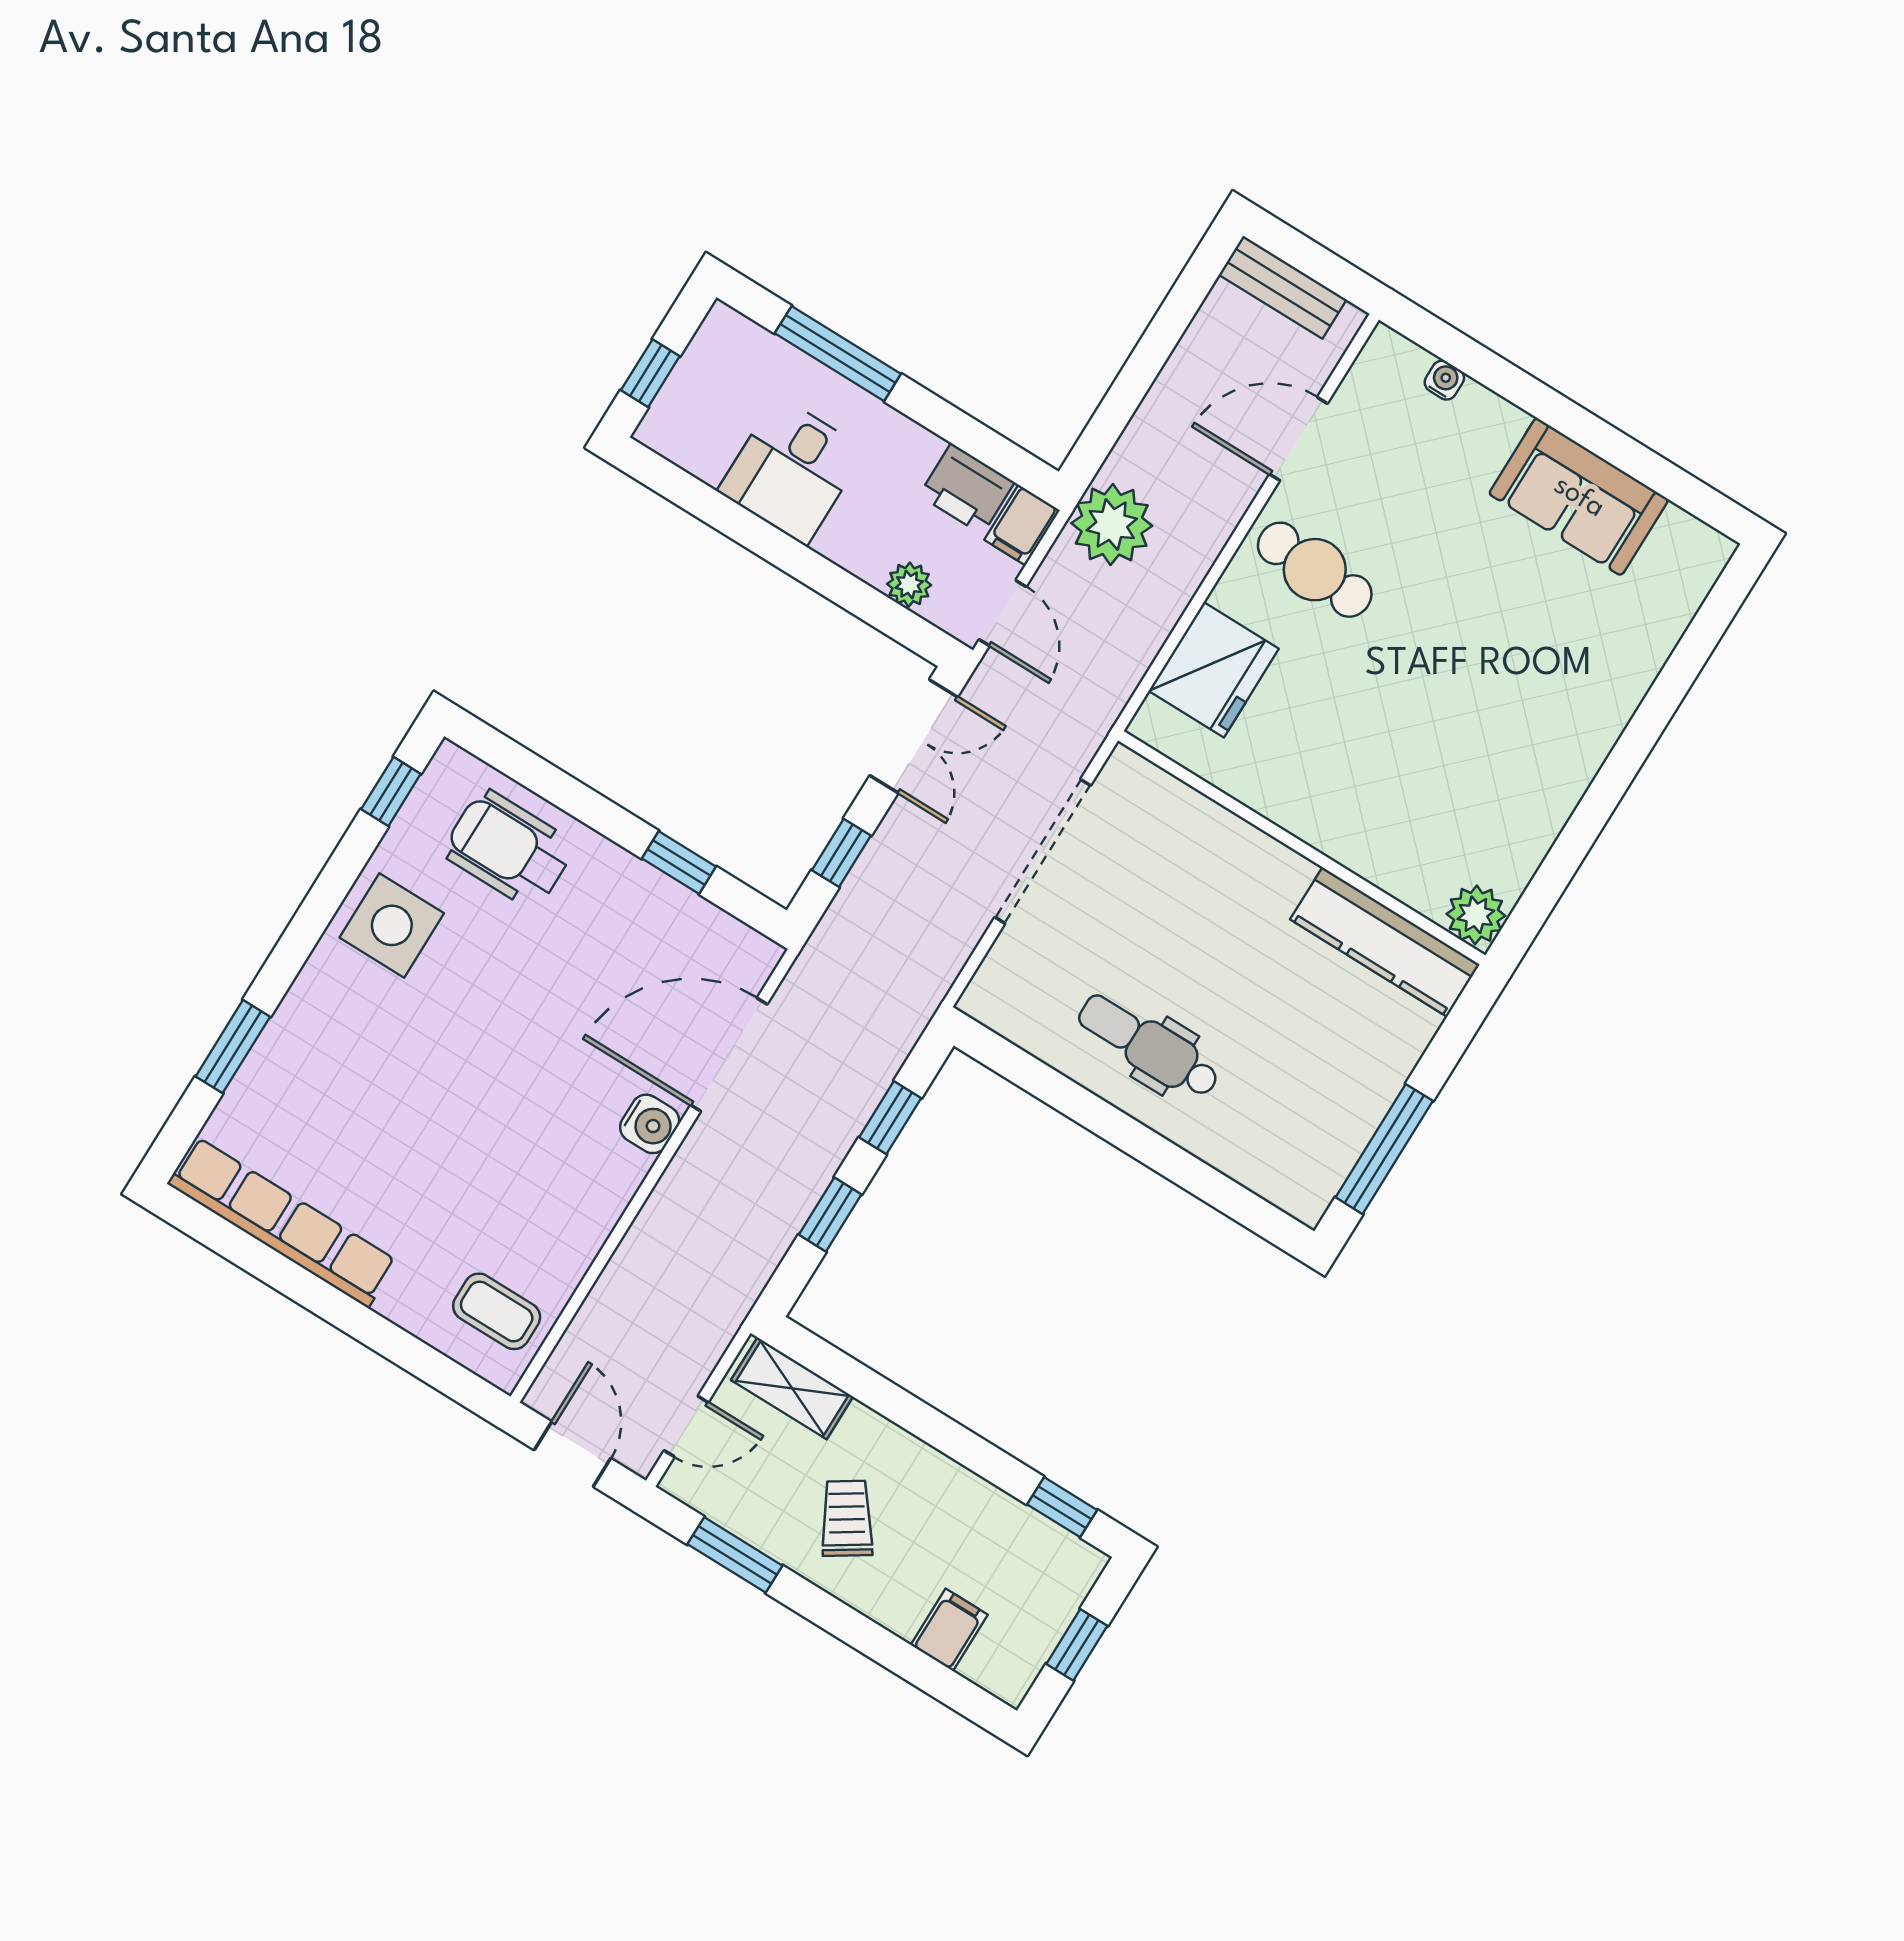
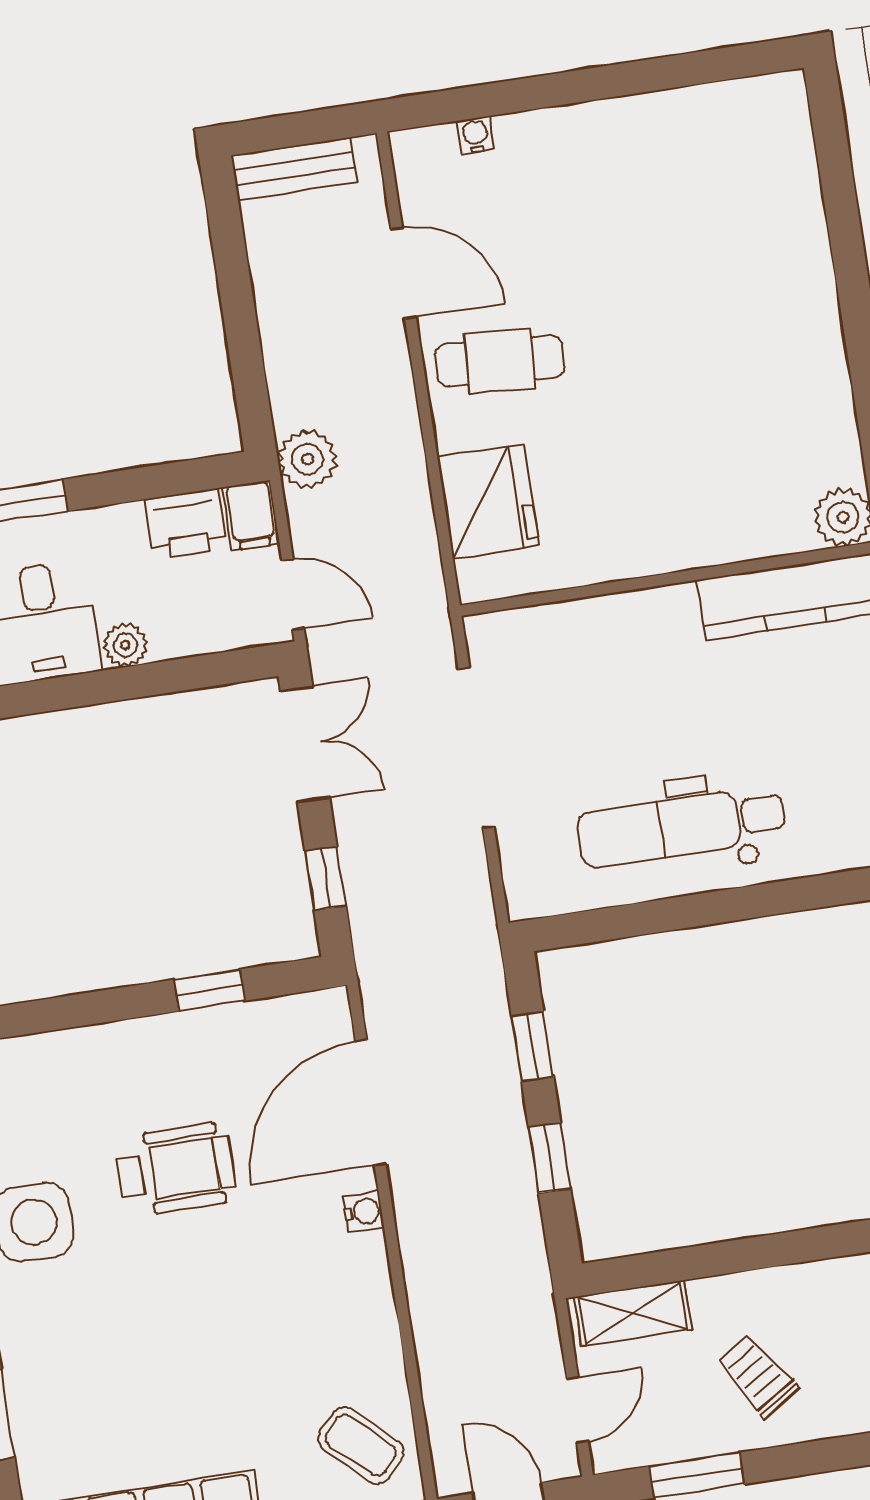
door: (1299, 439) -> (403, 273), swing flipped
sofa: (1579, 497) -> (651, 136), removed
plant: (1112, 524) -> (307, 459), width x0.73, depth x0.73
plant: (909, 585) -> (126, 645), moved
wheelchair: (509, 849) -> (176, 1169), moved, turned 180
dental chair: (1149, 1046) -> (681, 826), width x1.36, depth x1.38
water cooler: (650, 1124) -> (363, 1212), width x0.72, depth x0.72
coffee table: (497, 1311) -> (361, 1445), turned 43

